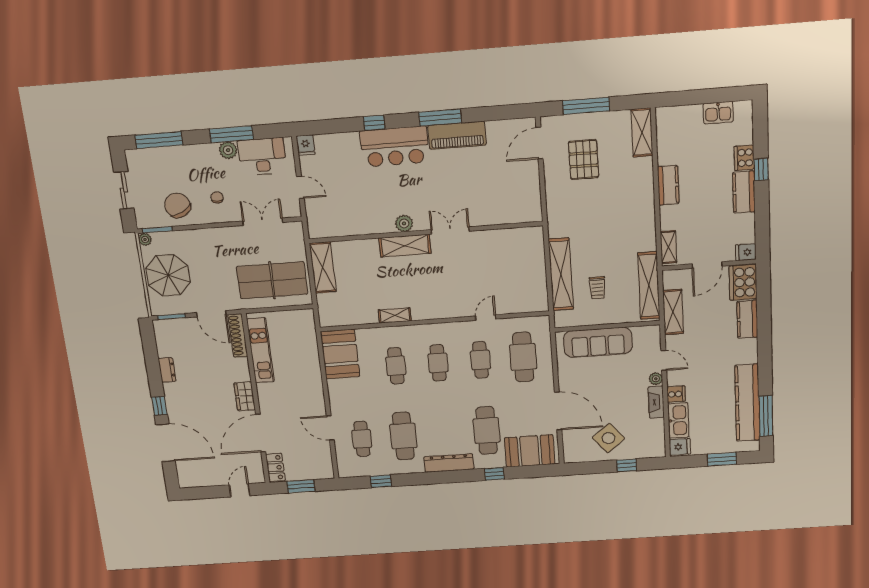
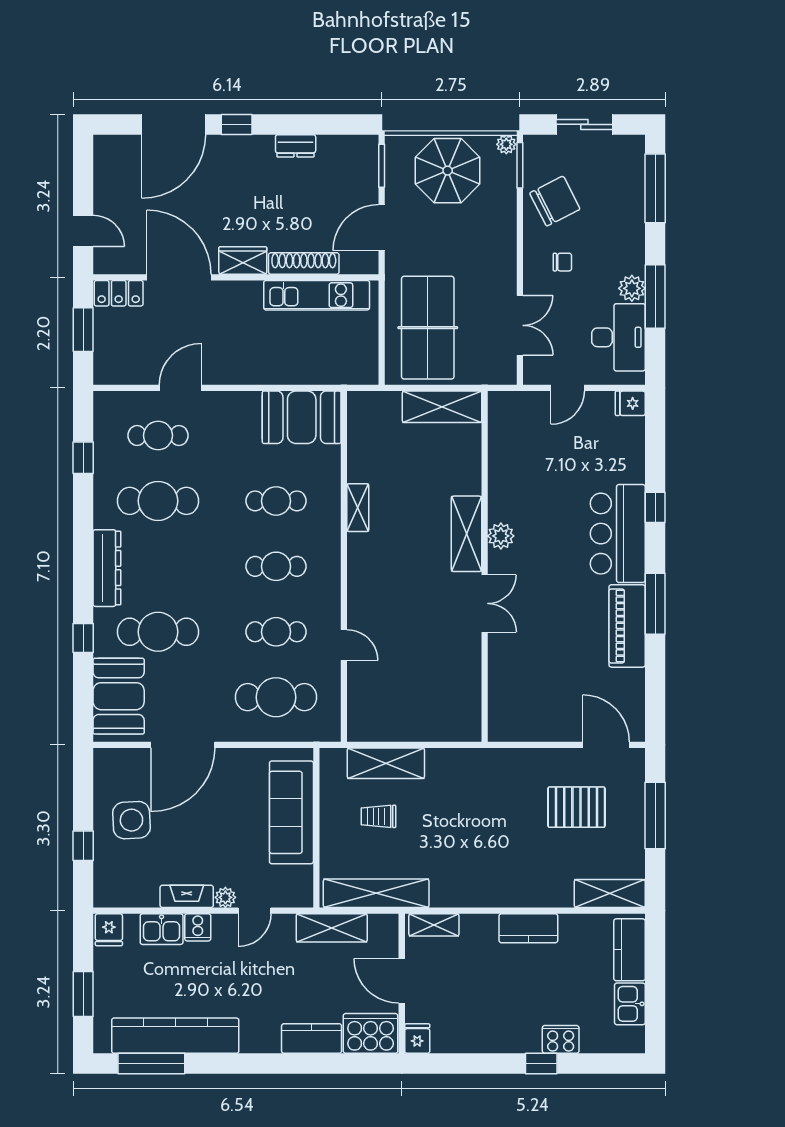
kitchen counter: (744, 192) -> (629, 950), moved, turned -90
shelving: (561, 274) -> (386, 763), width x0.68
shoe rack: (238, 336) -> (304, 263), moved
kitchen sink: (678, 420) -> (162, 929), width x0.73
side table: (609, 438) -> (131, 820), turned 36

